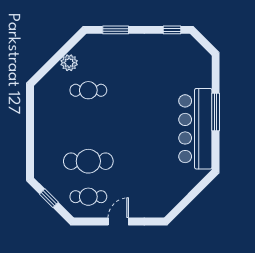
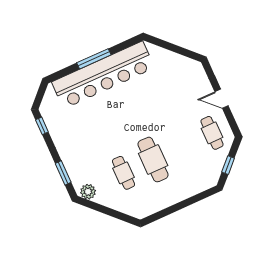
plant: (69, 63) -> (88, 192), moved
bar counter: (195, 129) -> (103, 75), width x1.36
cafe table: (88, 161) -> (153, 160), moved

